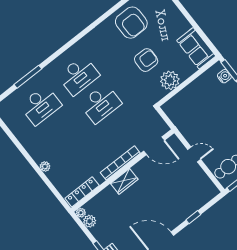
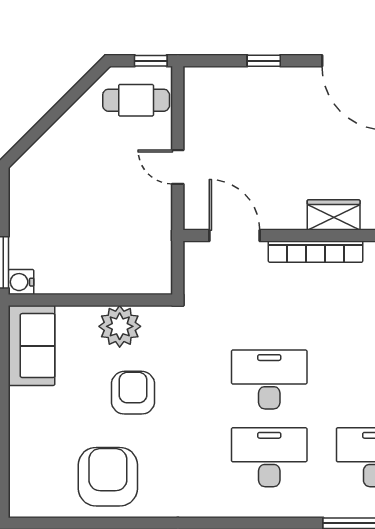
armchair: (146, 60) -> (133, 393), turned 89
water cooler: (224, 76) -> (21, 282), moved

